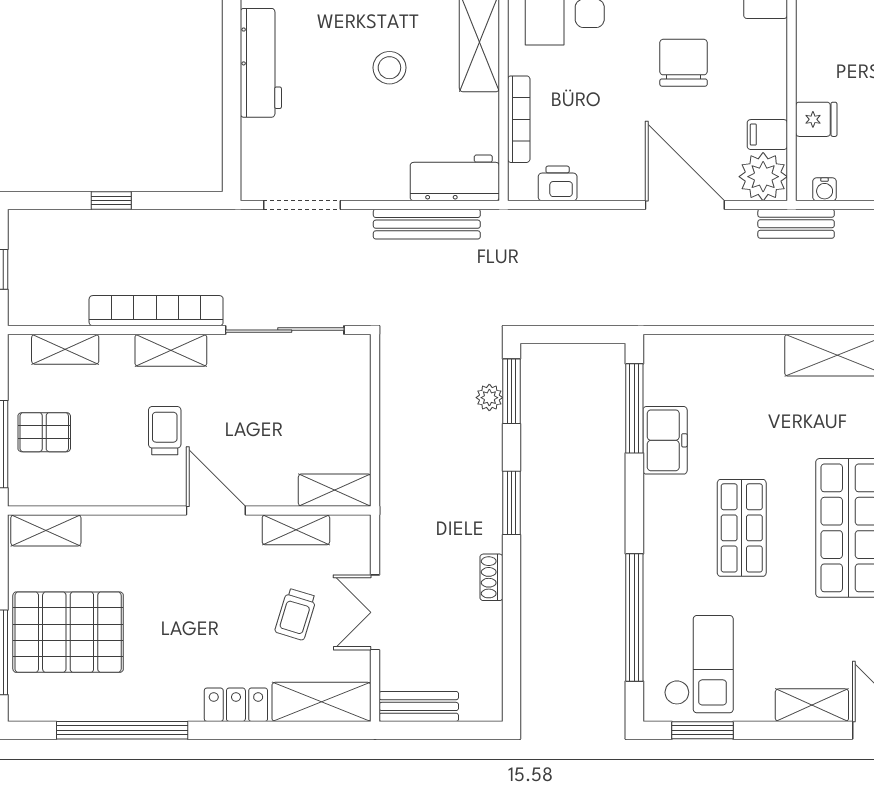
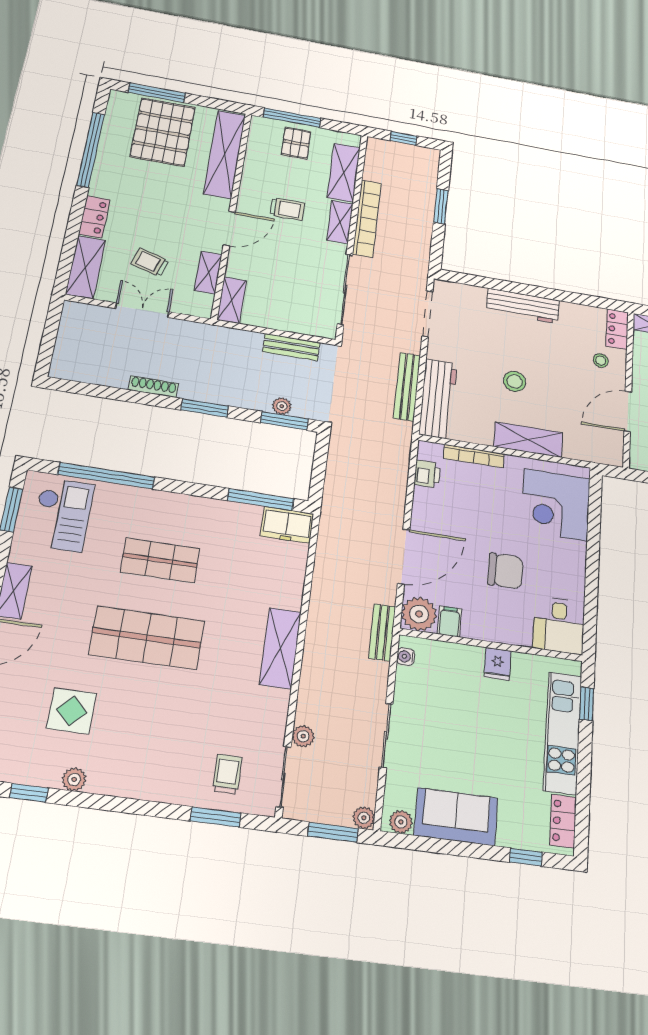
fridge: (816, 119) -> (497, 664), moved
workbench: (455, 178) -> (438, 399), width x1.38
window: (111, 201) -> (441, 206), width x1.50
shelving: (65, 349) -> (344, 172), width x1.50, depth x1.33
freezer: (665, 440) -> (287, 525), moved
shelving: (46, 530) -> (225, 154), width x2.20, depth x1.33
shoe rack: (491, 577) -> (153, 387), width x1.43
checkout: (699, 664) -> (62, 515), turned -90
bench: (419, 706) -> (291, 347), moved, turned 90

